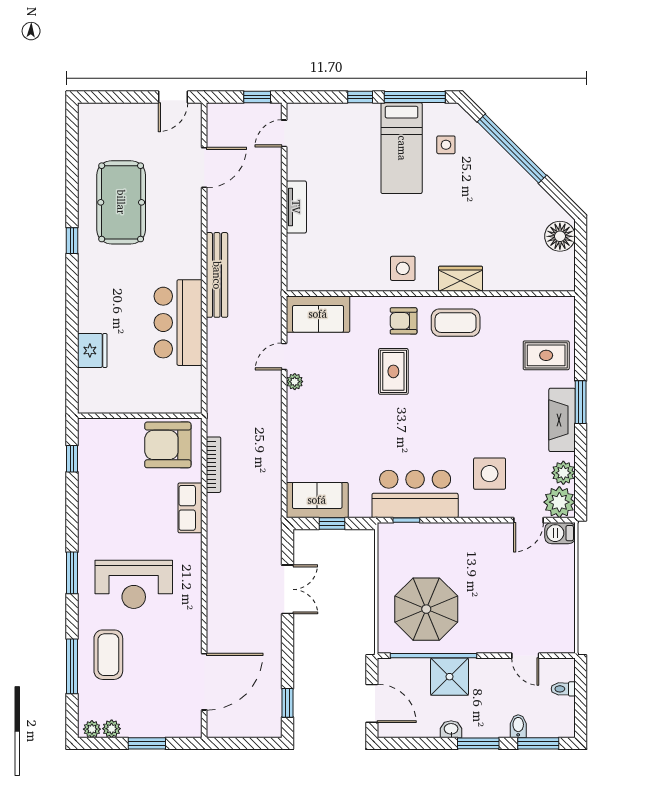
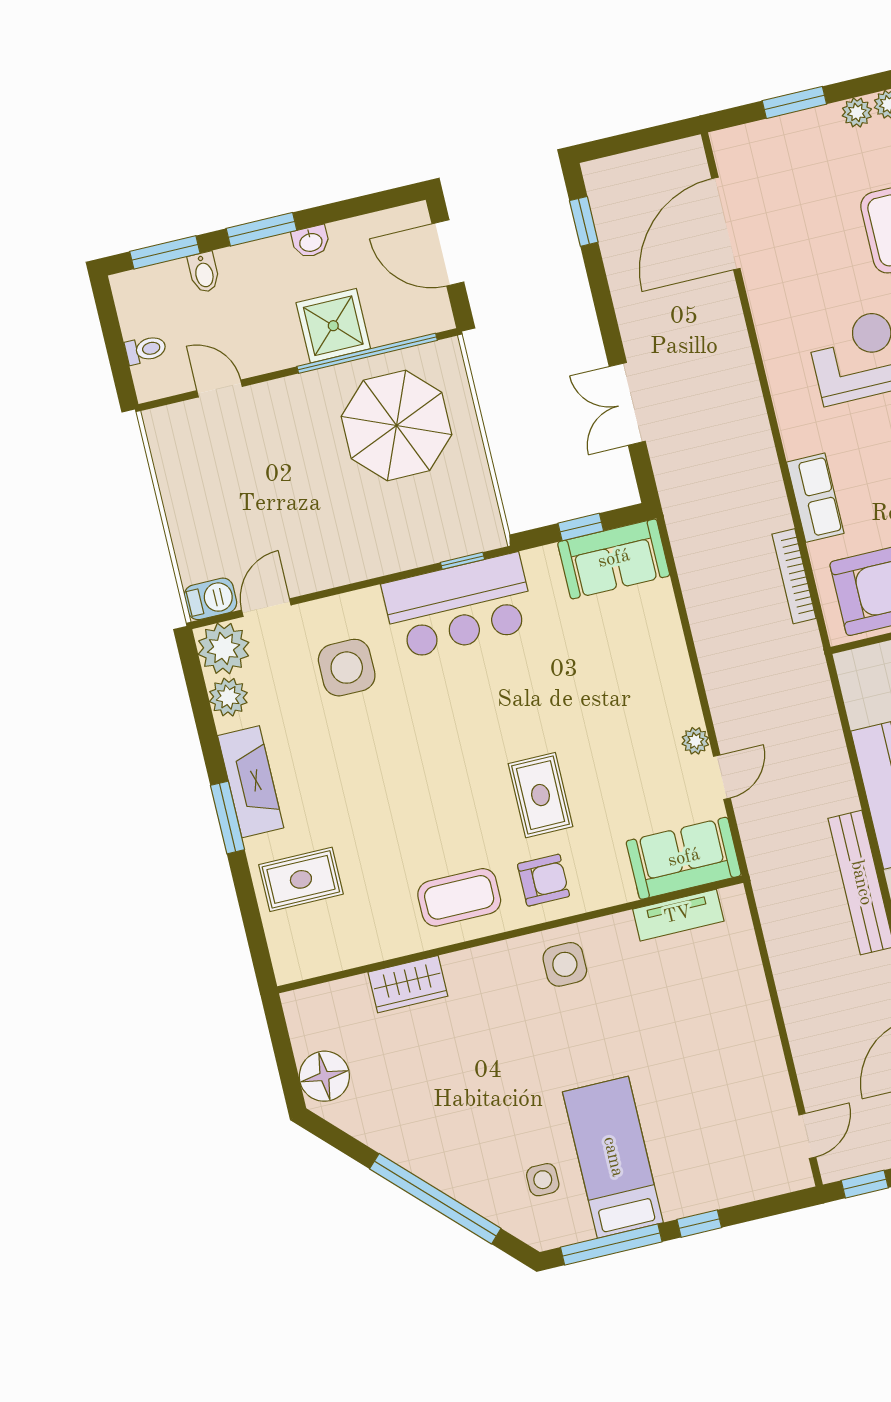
tv unit: (296, 207) -> (678, 915), moved, turned -90
wardrobe: (461, 279) -> (408, 984), moved

